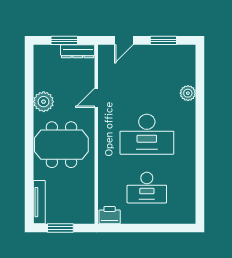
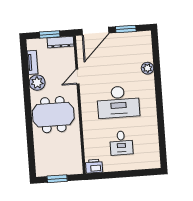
door: (124, 40) -> (95, 31), width x1.88
desk: (147, 188) -> (121, 143), width x0.73
tv unit: (39, 202) -> (32, 62), moved, width x0.71

